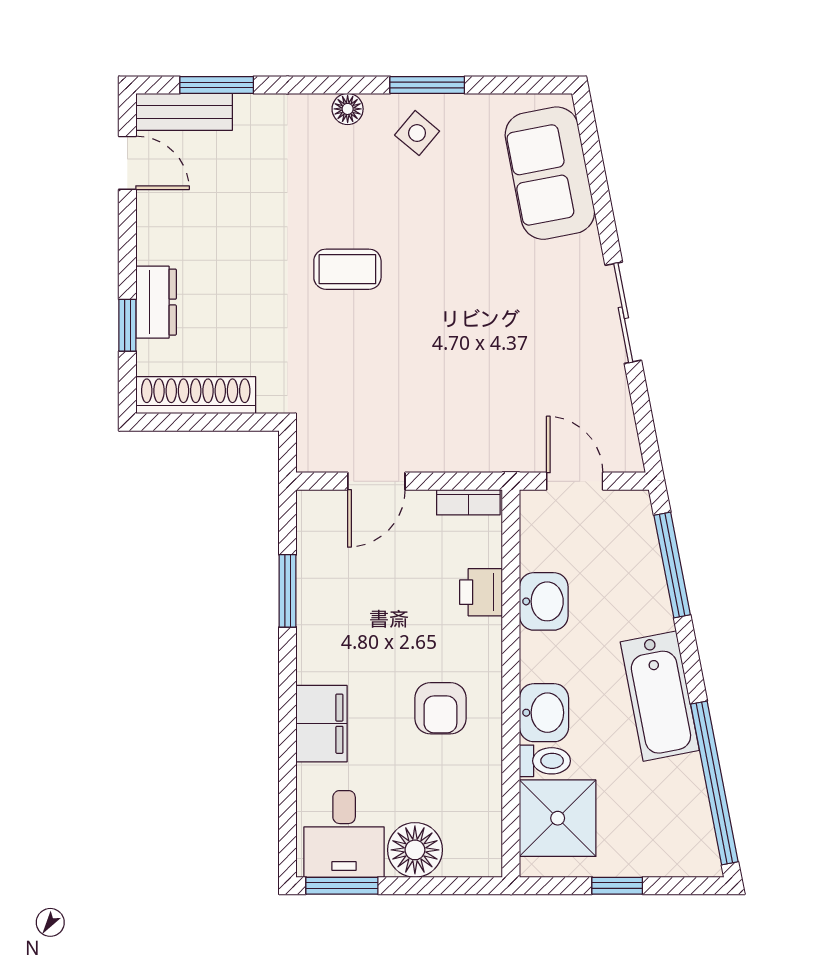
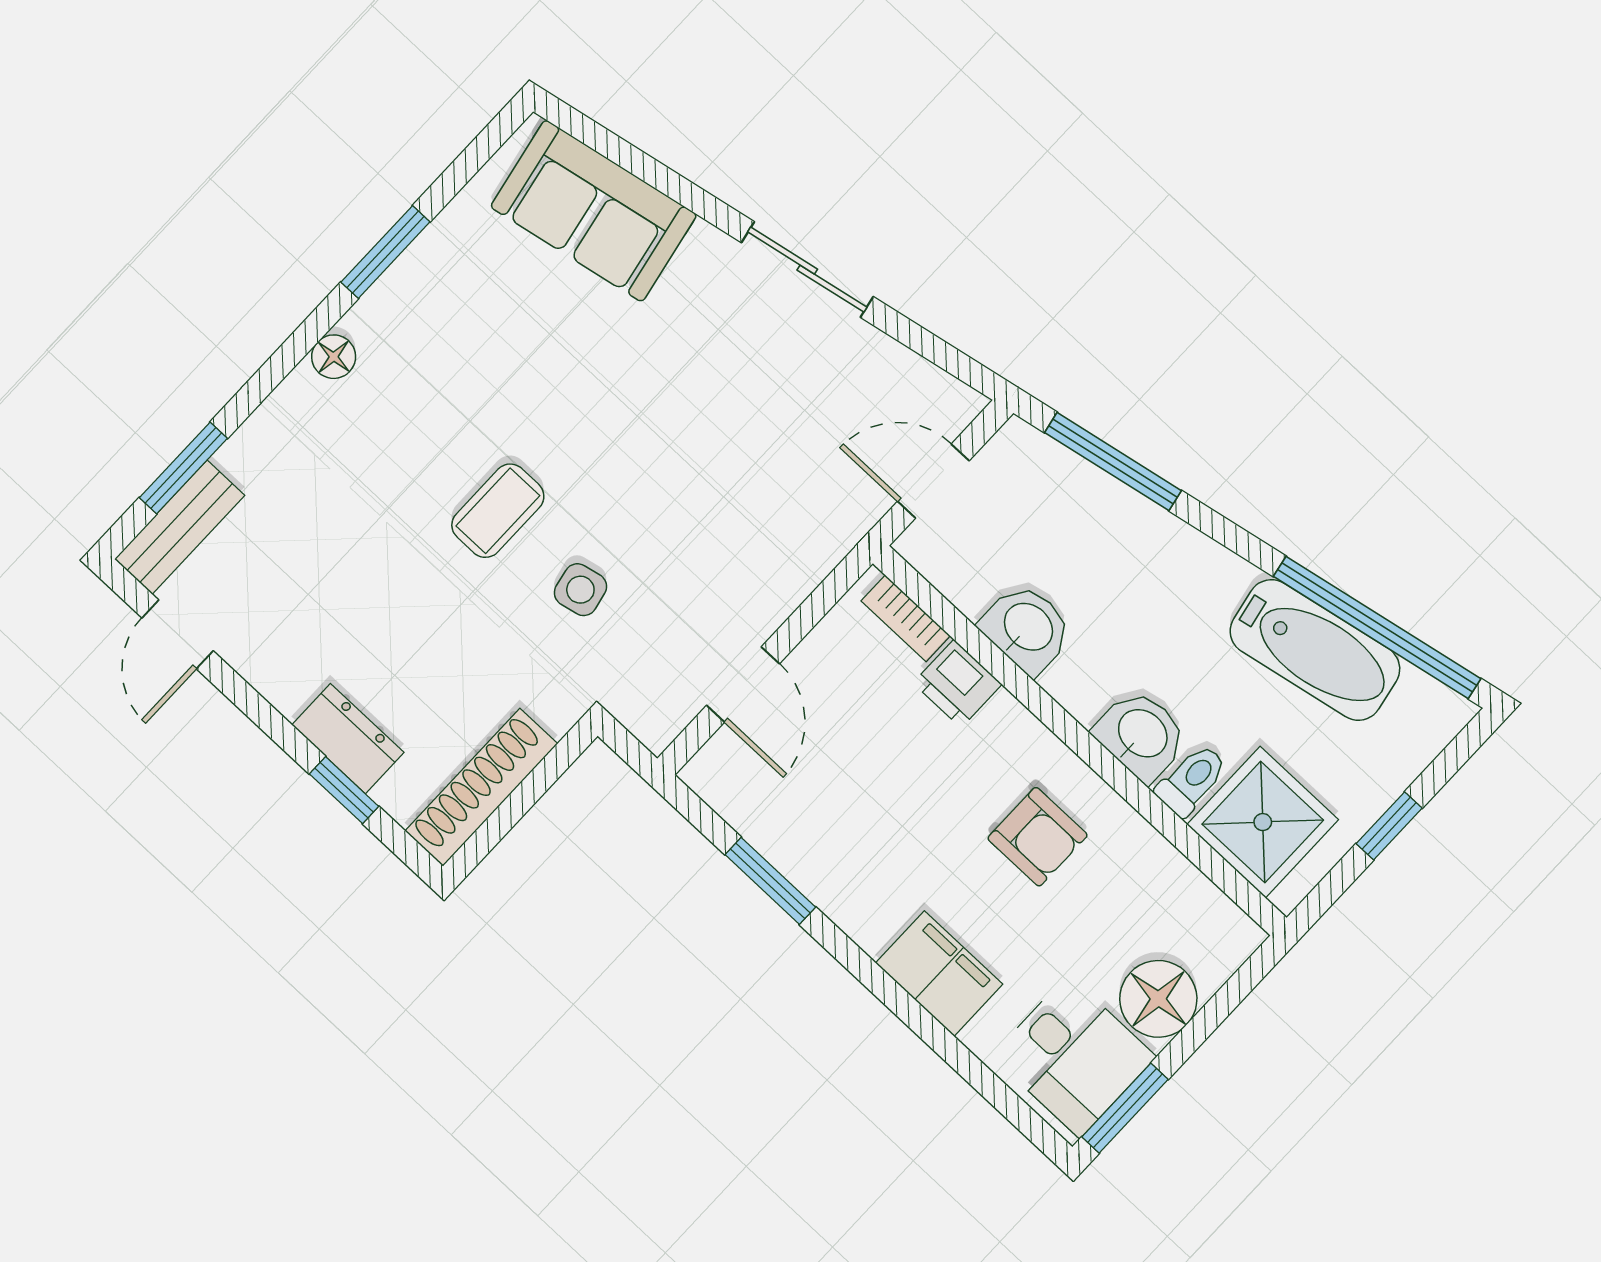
side table: (417, 133) -> (580, 590), moved, turned 38
door: (127, 163) -> (178, 634), swing flipped
bookcase: (468, 502) -> (906, 618), moved, turned 90
bathtub: (660, 696) -> (1315, 650), moved

